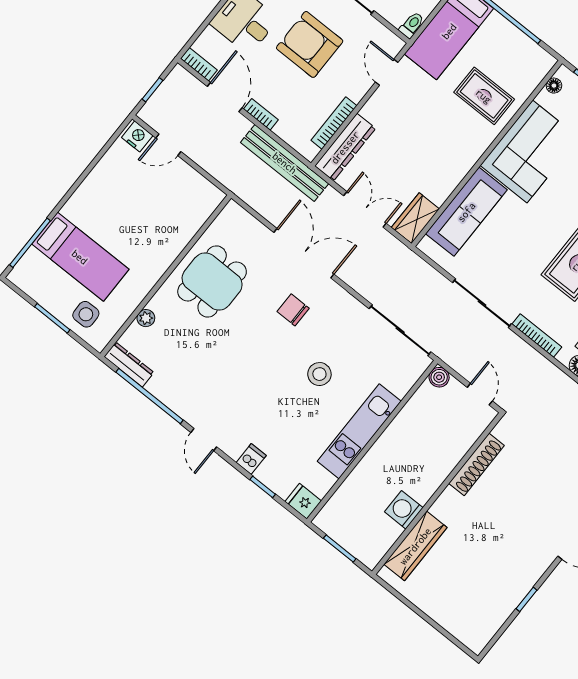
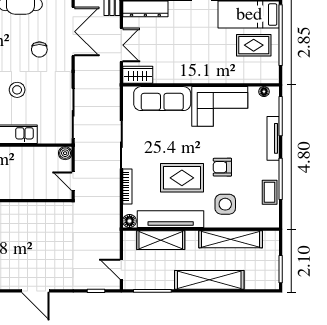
rug: (484, 96) -> (254, 45), moved, turned 90
chair: (293, 310) -> (39, 50), turned 180
door: (480, 394) -> (73, 181), swing flipped
shoe rack: (476, 464) -> (35, 209), removed

